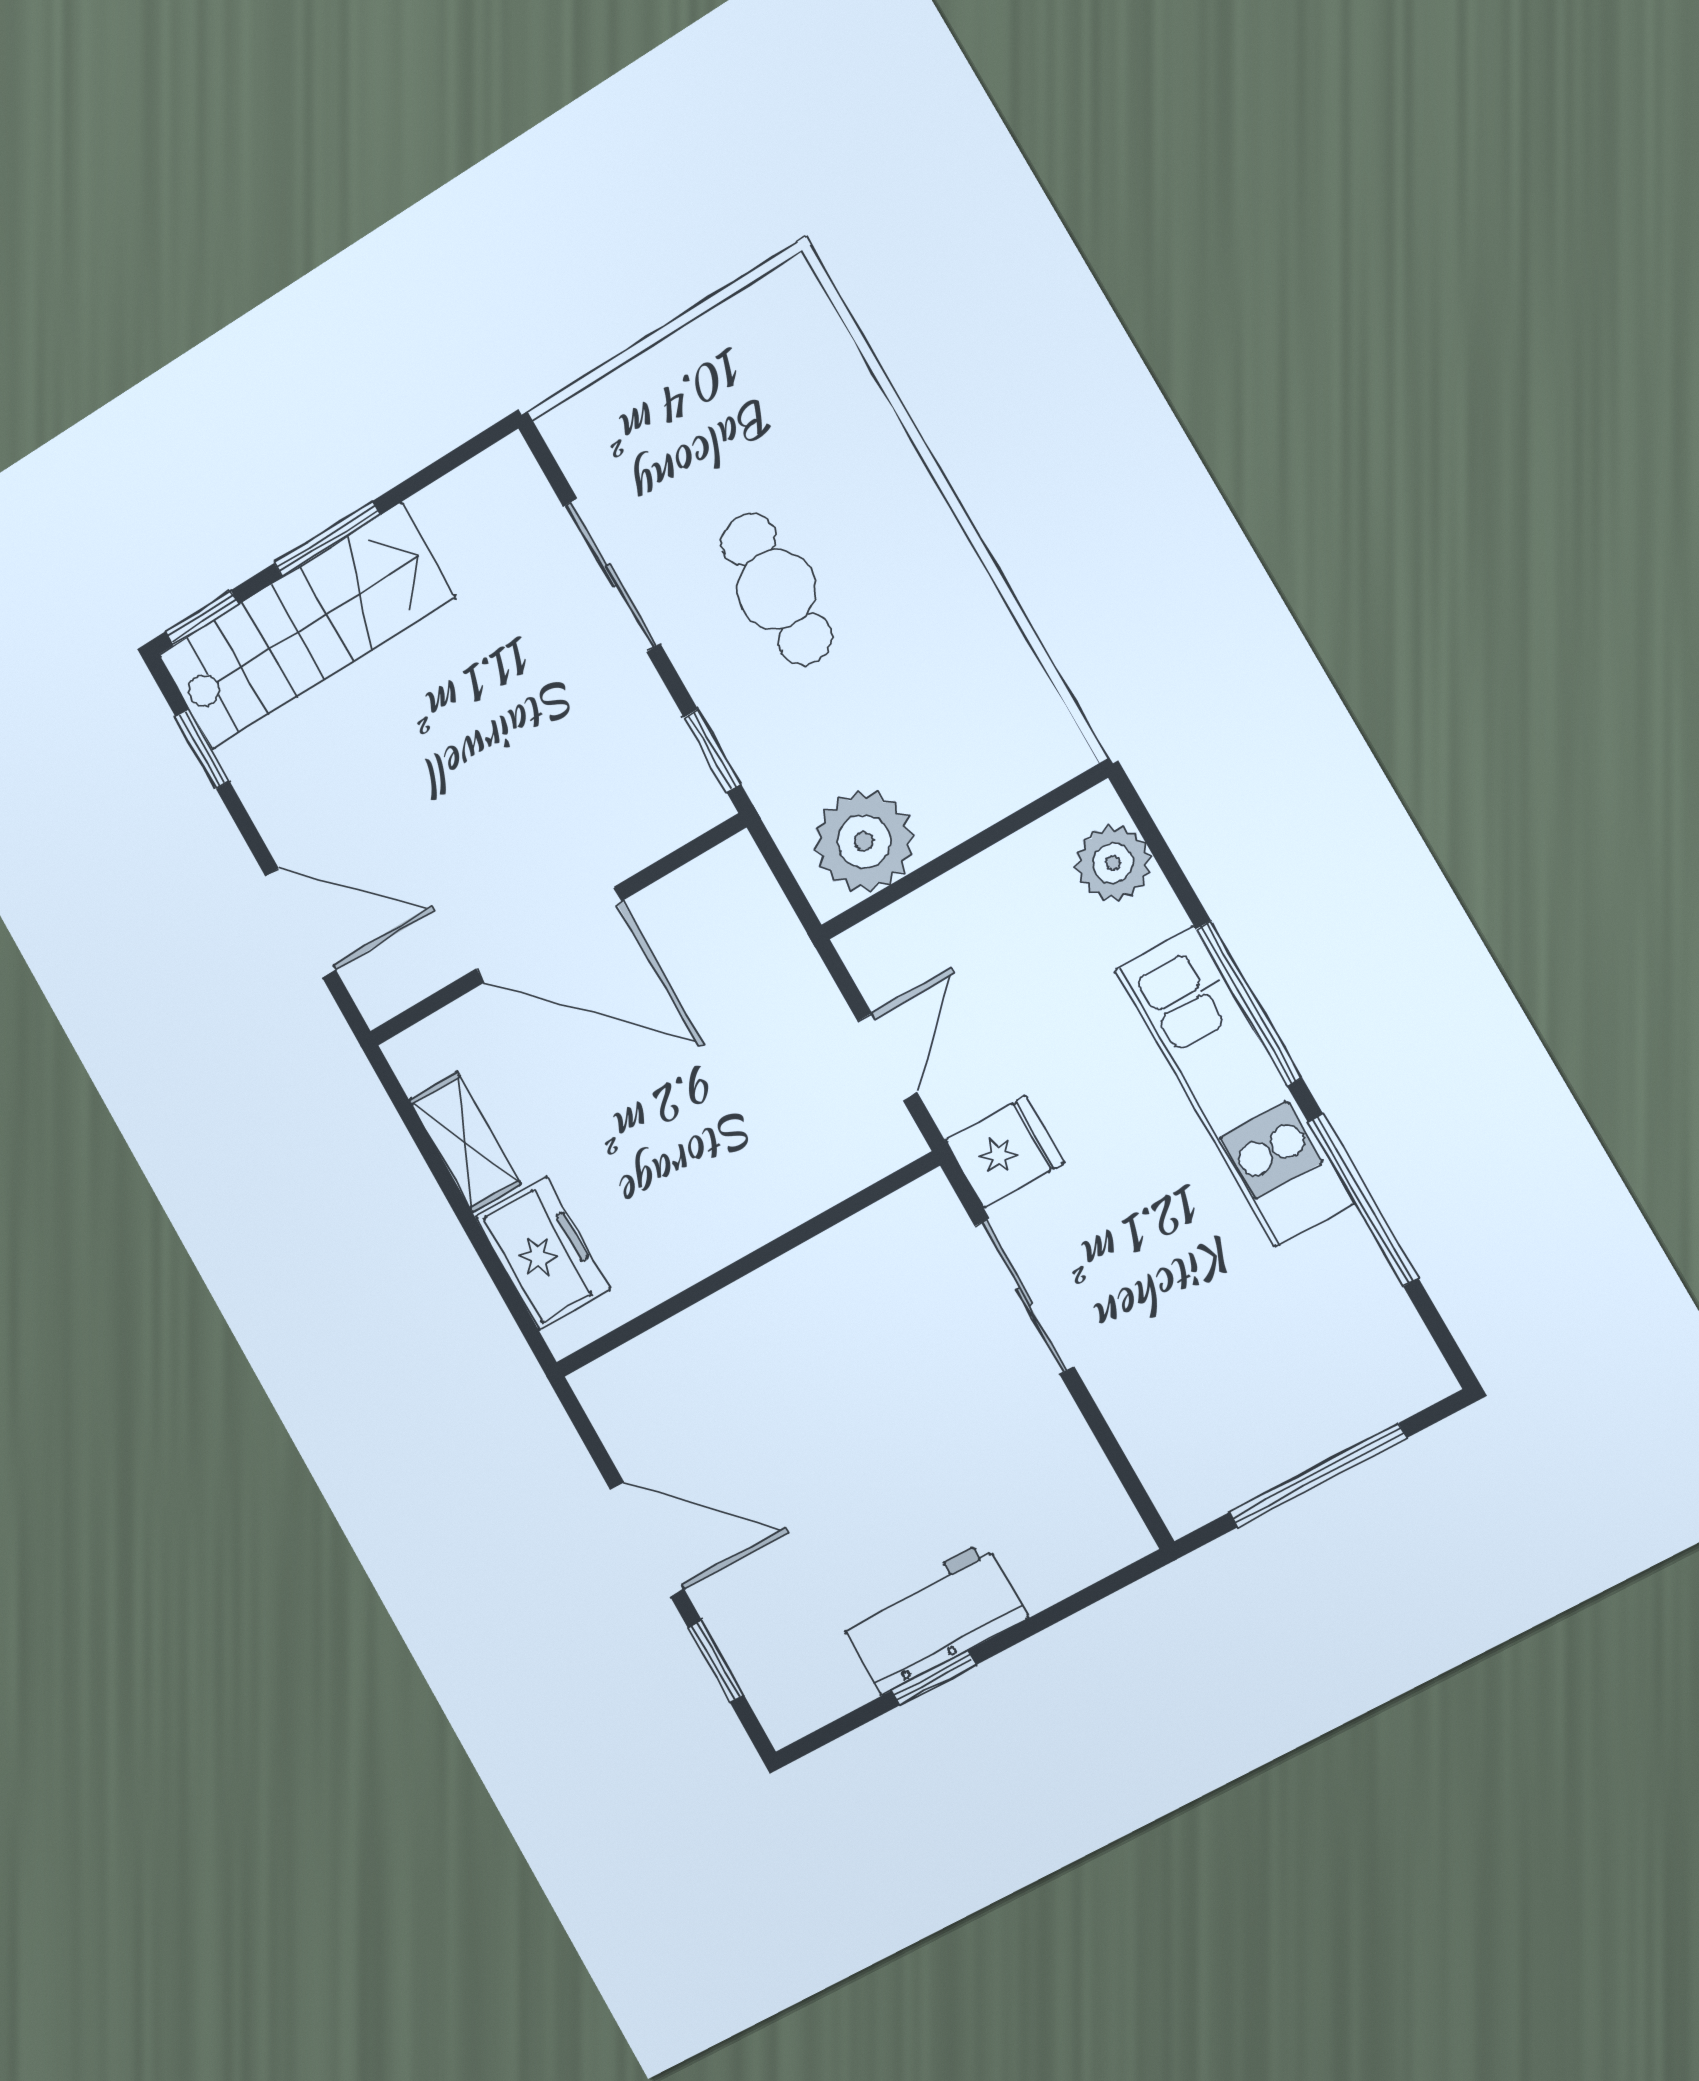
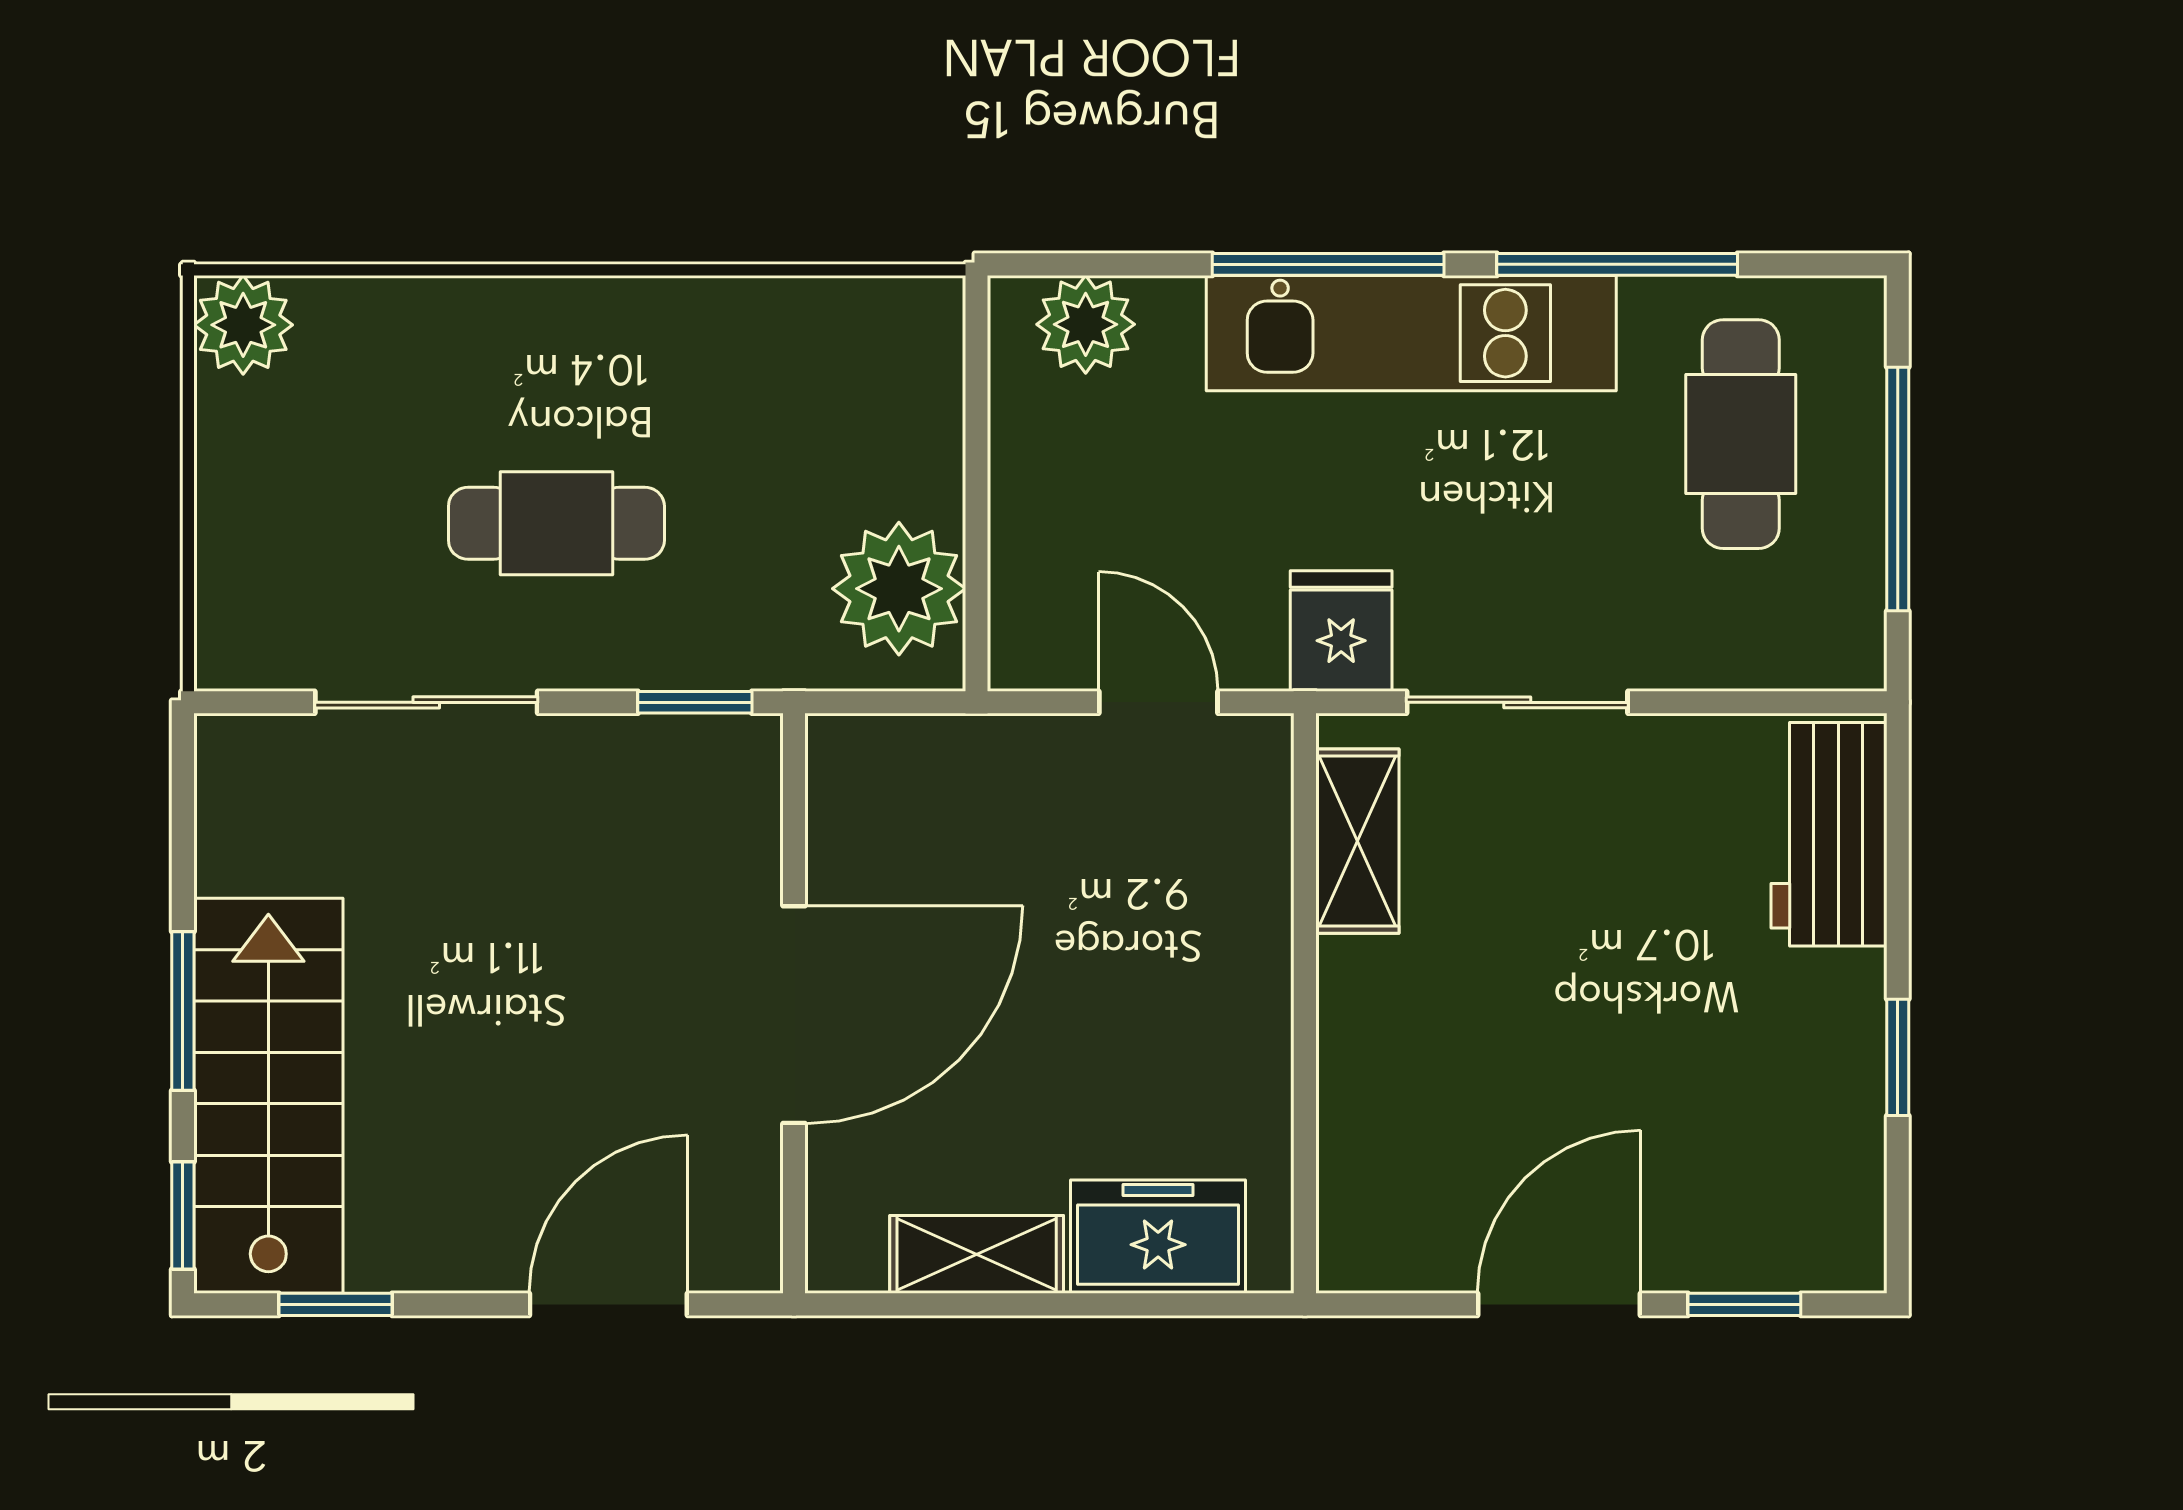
plant: (788, 303) -> (243, 325), added
shelving: (871, 1241) -> (1357, 841), added
cafe table: (1294, 1348) -> (1741, 434), added
workbench: (933, 1619) -> (1829, 834), moved

